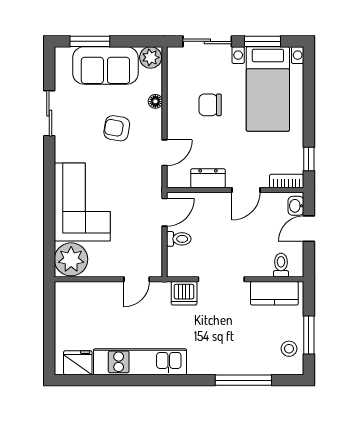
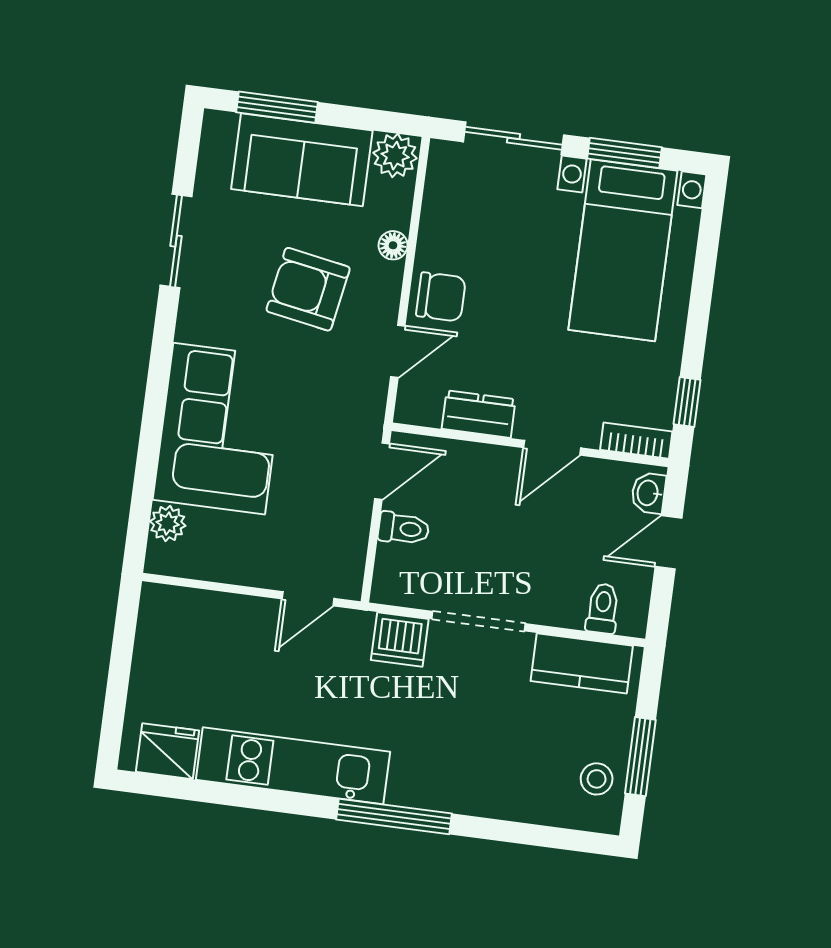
chair: (210, 105) -> (441, 297), moved, turned 180
armchair: (117, 128) -> (308, 289), width x1.38, depth x1.38
plant: (71, 259) -> (168, 523), width x0.53, depth x0.53
window: (243, 380) -> (394, 817), moved

